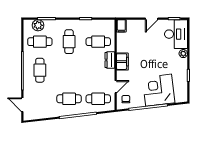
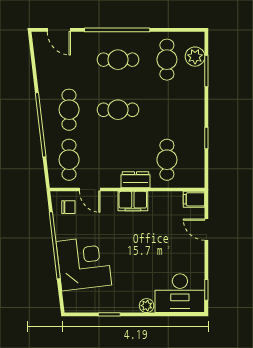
door: (152, 19) -> (206, 230), moved
cafe table: (69, 42) -> (118, 110), moved
door: (22, 105) -> (59, 30), swing flipped

